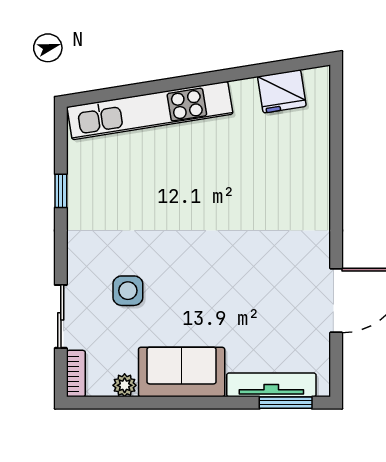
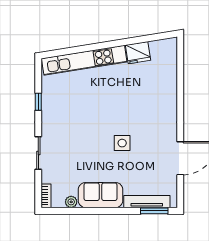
fridge: (282, 91) -> (138, 53), moved
side table: (128, 291) -> (122, 143), moved
sliding door: (61, 316) -> (38, 153), moved

